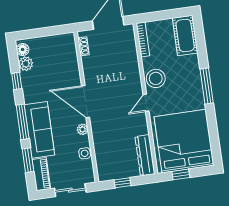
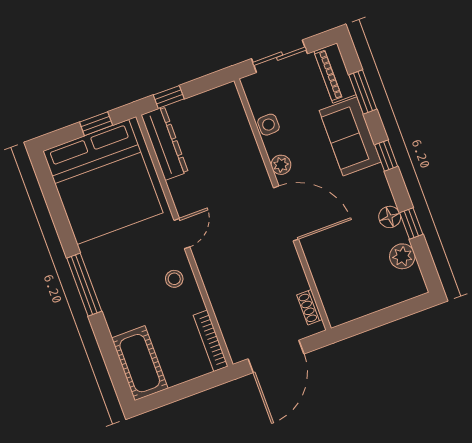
floor lamp: (23, 49) -> (390, 217), moved
stool: (156, 78) -> (174, 279), width x0.53, depth x0.53
window: (23, 122) -> (386, 156), width x0.46
sofa: (39, 130) -> (350, 136), width x0.73
window: (122, 183) -> (169, 97), moved

